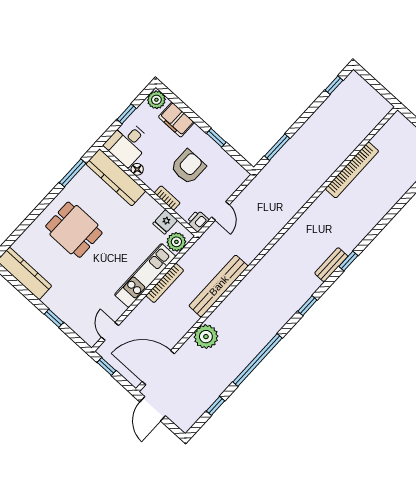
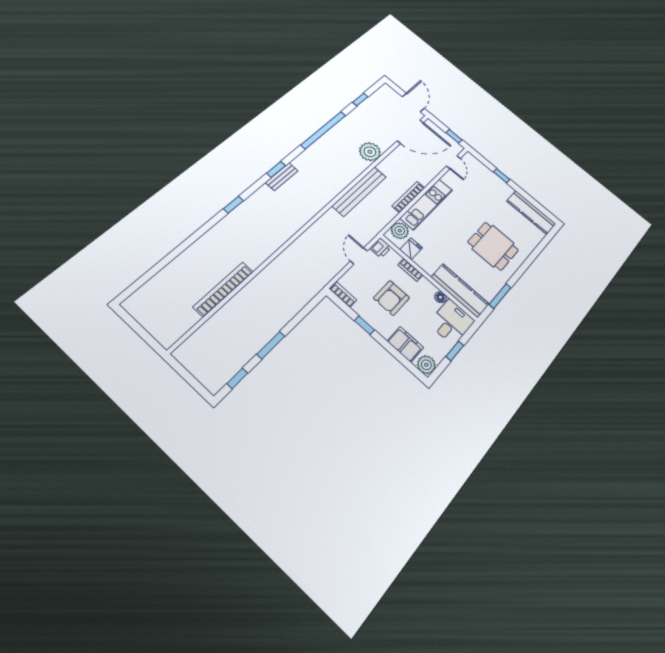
window: (277, 147) -> (271, 345), moved
bookcase: (237, 169) -> (343, 295), added
bench: (331, 265) -> (282, 177), moved

